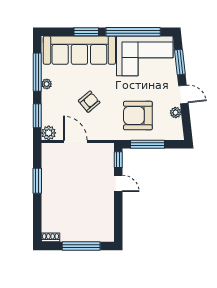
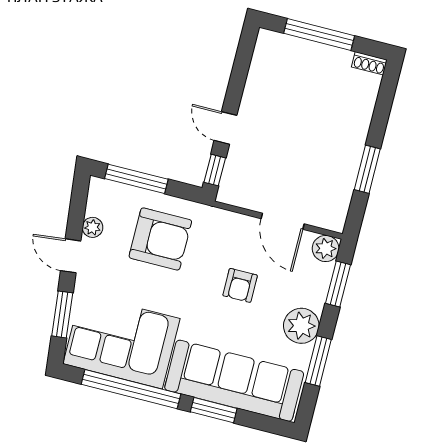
window: (37, 72) -> (318, 361), width x0.69
plant: (47, 84) -> (301, 326), width x1.88, depth x1.88
armchair: (89, 102) -> (240, 285), turned -50
window: (147, 144) -> (136, 179), moved

